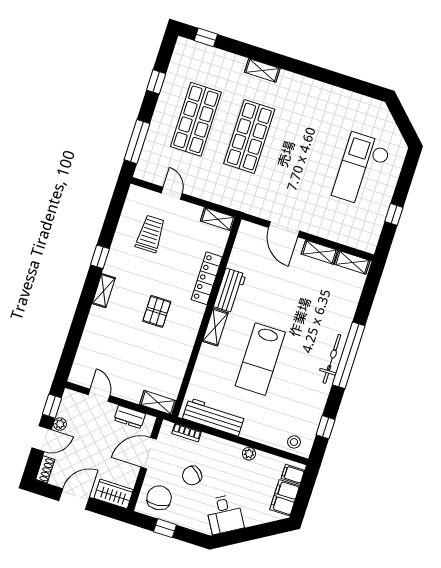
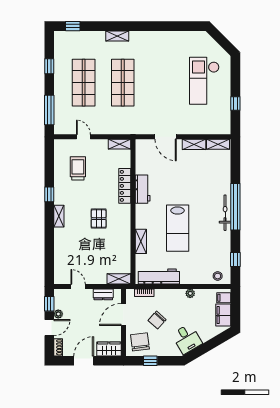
shelving: (215, 327) -> (141, 241), moved

